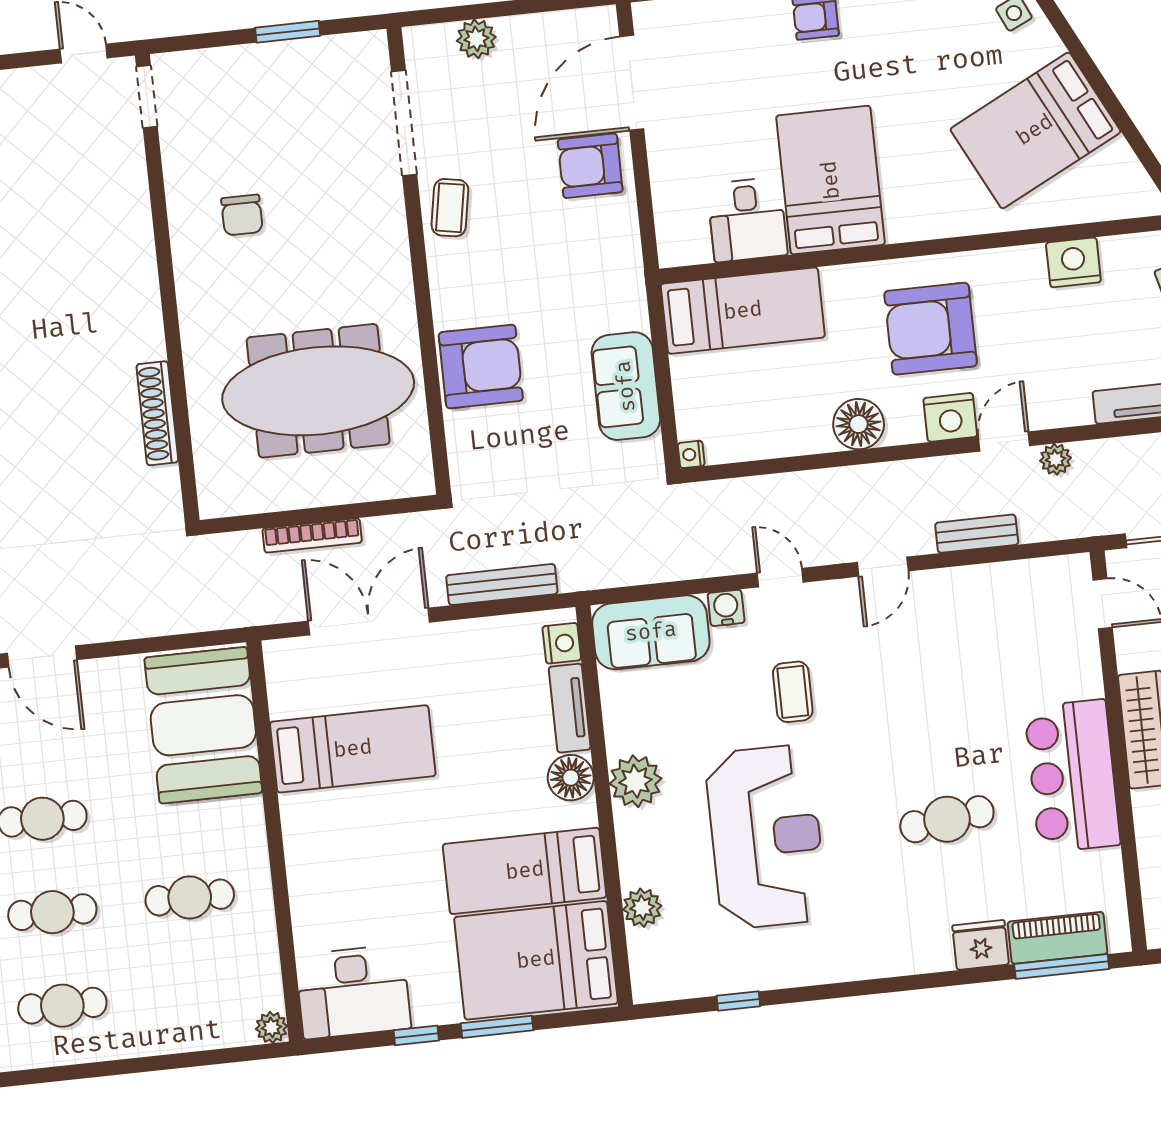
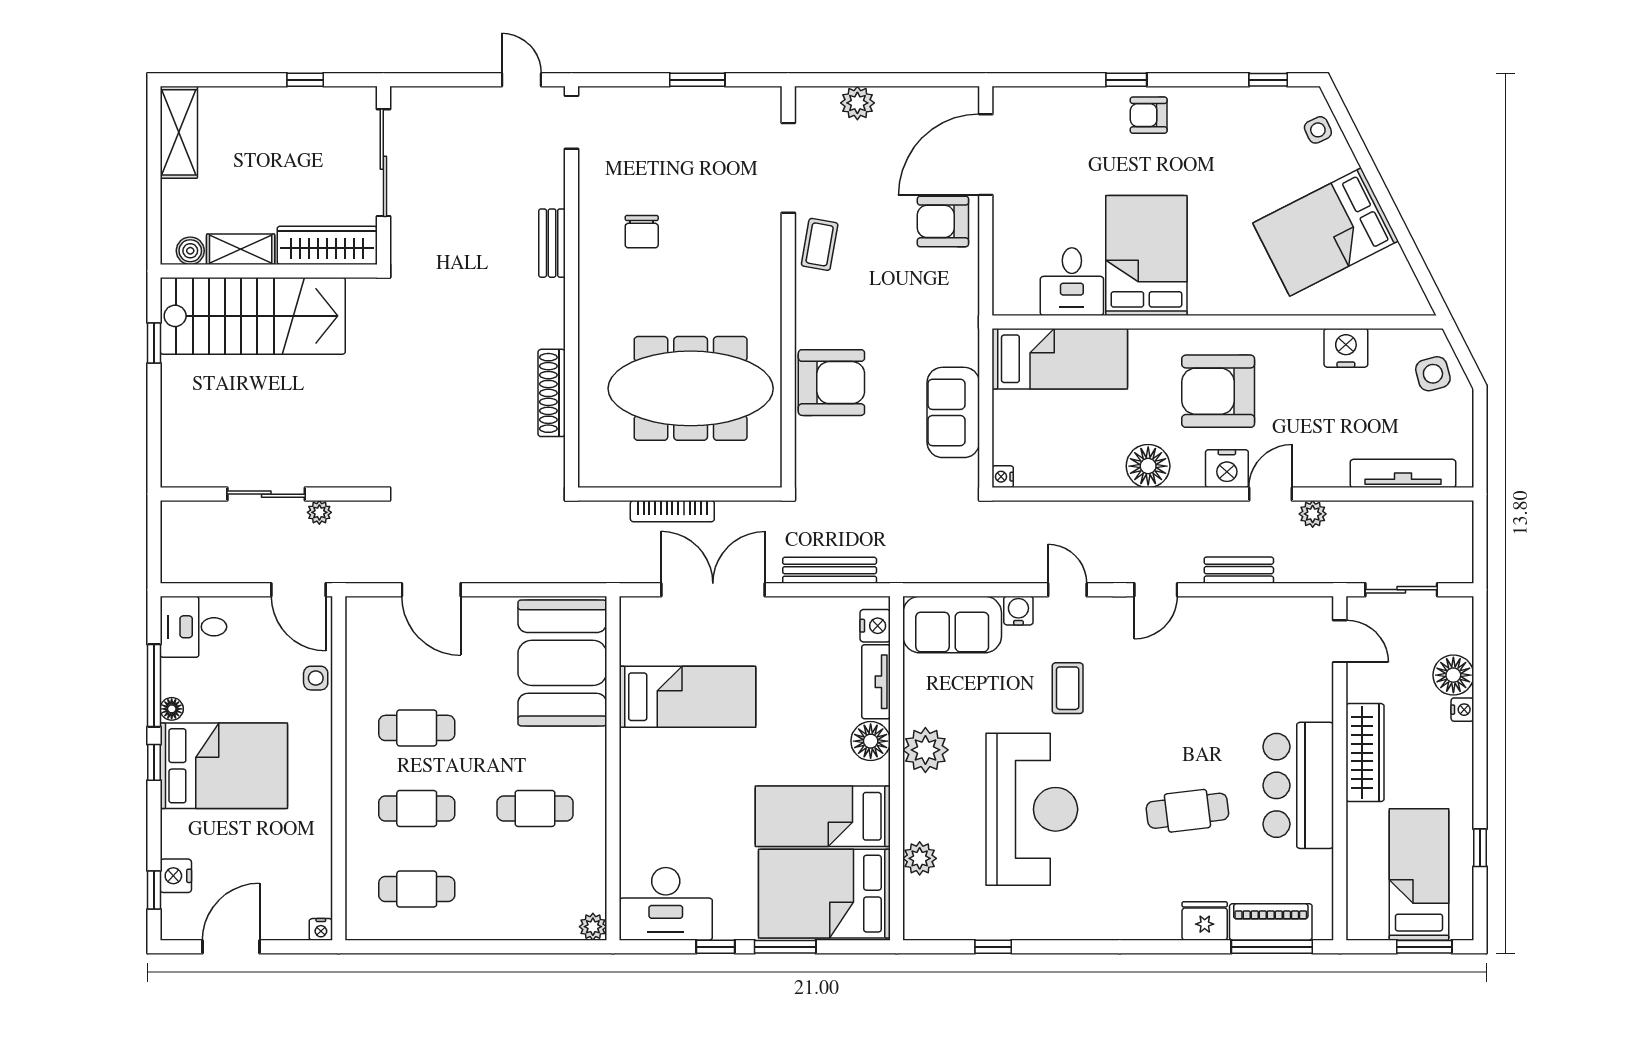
bench: (139, 239) -> (552, 243), added

